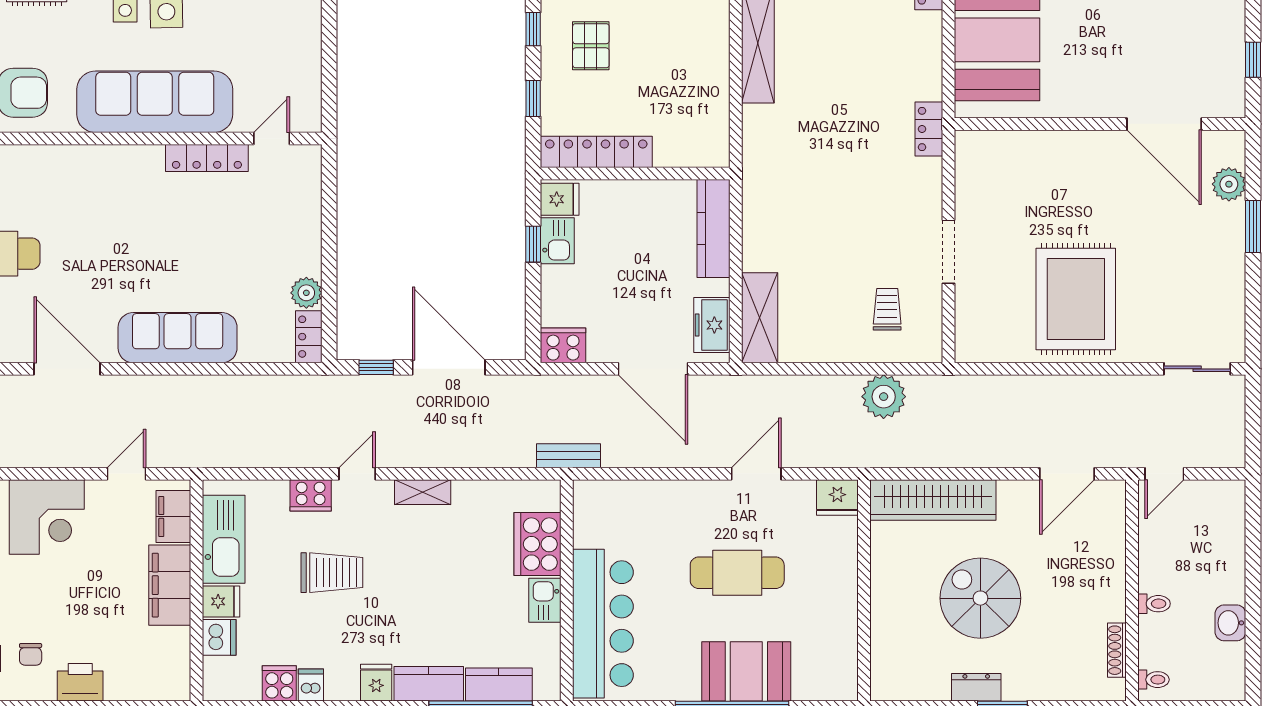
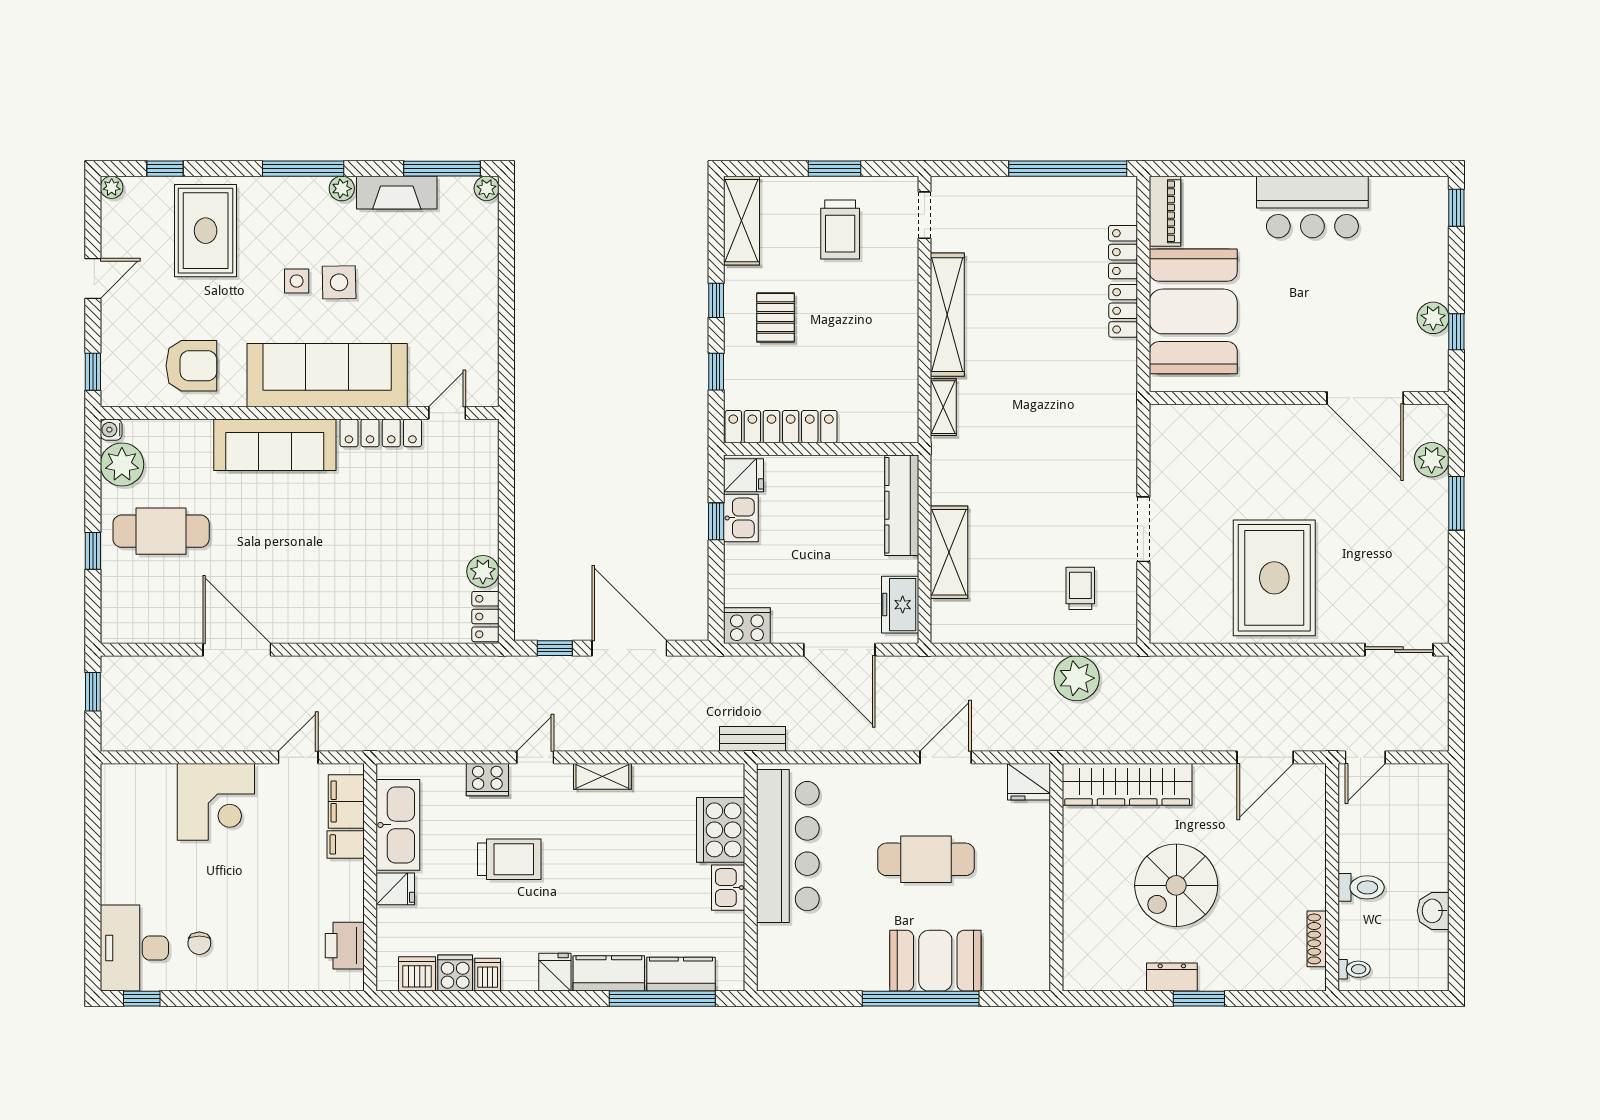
plant: (1230, 46) -> (1433, 318), added
locker: (929, 129) -> (1123, 311), moved
shelving: (754, 133) -> (943, 407), added
shelving: (760, 318) -> (949, 552), moved
sofa: (178, 338) -> (275, 445), moved, turned 180
filing cabinet: (170, 585) -> (346, 844), width x0.33, depth x0.86
spiral stairs: (980, 598) -> (1176, 885), turned -90
toilet: (1154, 604) -> (1361, 887), width x1.37, depth x1.39
bar counter: (603, 624) -> (788, 846), moved
dishwasher: (219, 637) -> (417, 974), moved, turned -90
printer: (80, 682) -> (345, 946), moved, turned -90

